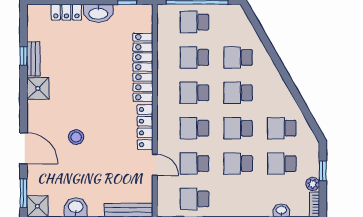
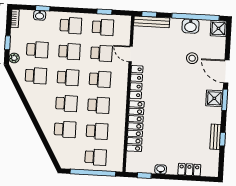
washbasin: (98, 13) -> (161, 169), width x0.52, depth x0.69
shower: (38, 88) -> (214, 98), moved
stool: (76, 137) -> (192, 58), moved
plant: (313, 184) -> (14, 58), moved
window: (24, 193) -> (225, 100), moved
school desk: (238, 199) -> (71, 26), added

